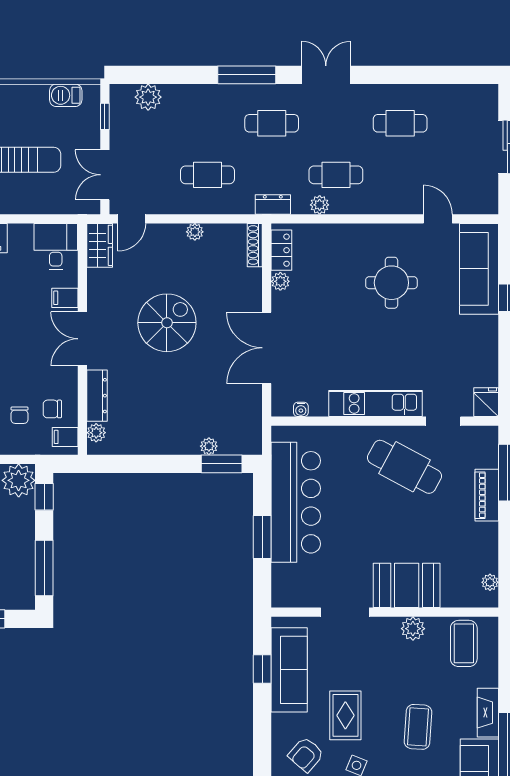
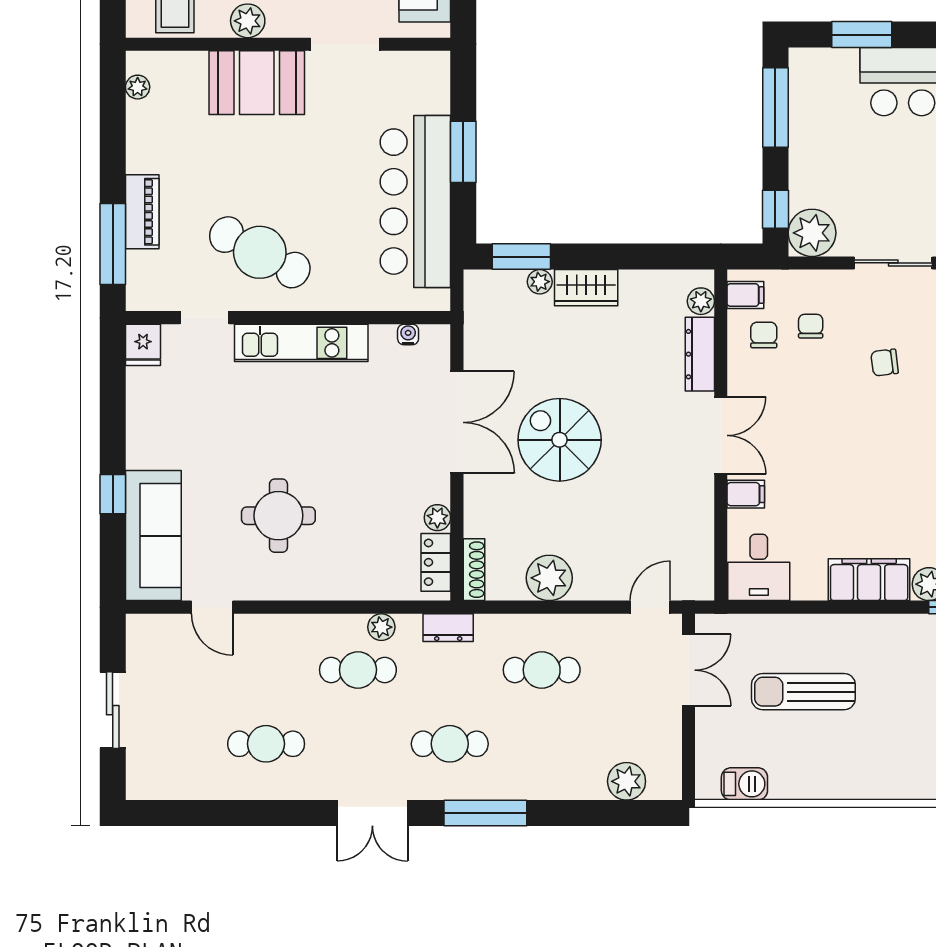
window: (105, 116) -> (689, 754), removed
plant: (195, 232) -> (549, 578), width x1.87, depth x1.87
wardrobe: (100, 245) -> (586, 288), moved, turned -90
spiral stairs: (167, 323) -> (560, 440), moved, turned 90
chair: (52, 409) -> (764, 335), turned -90

